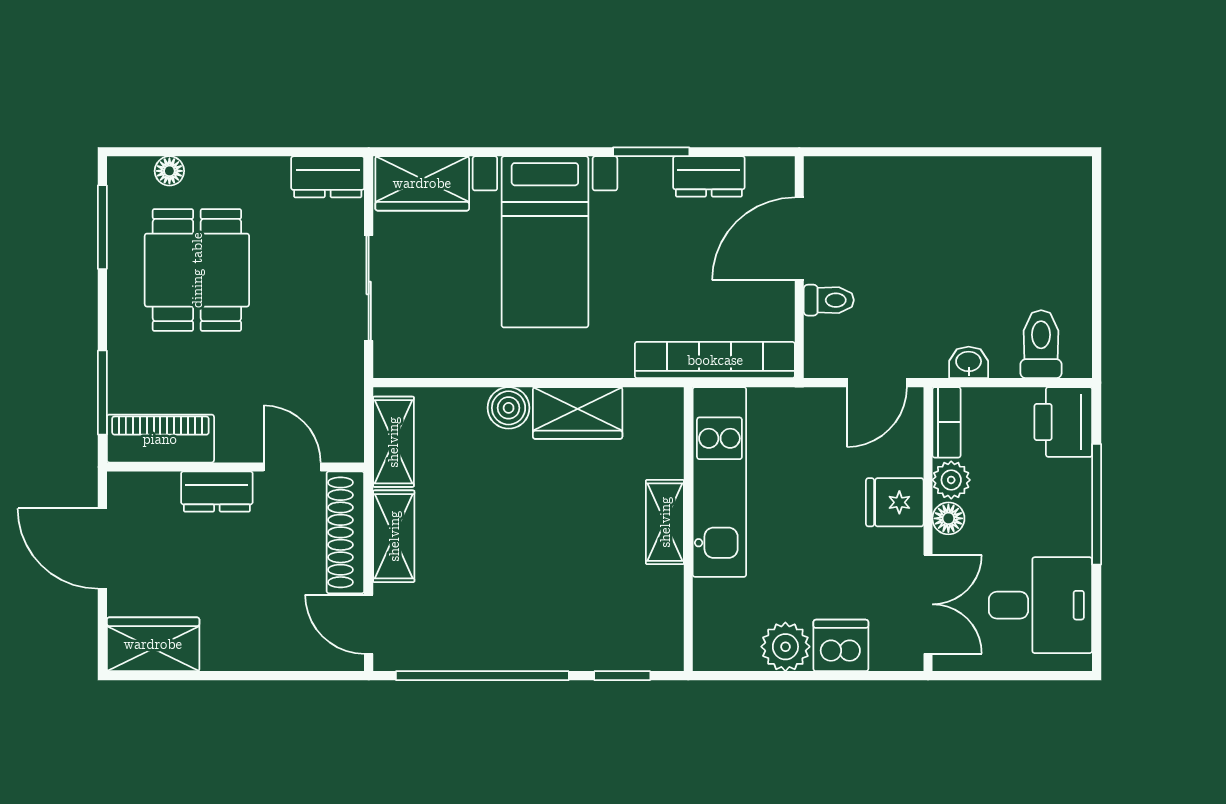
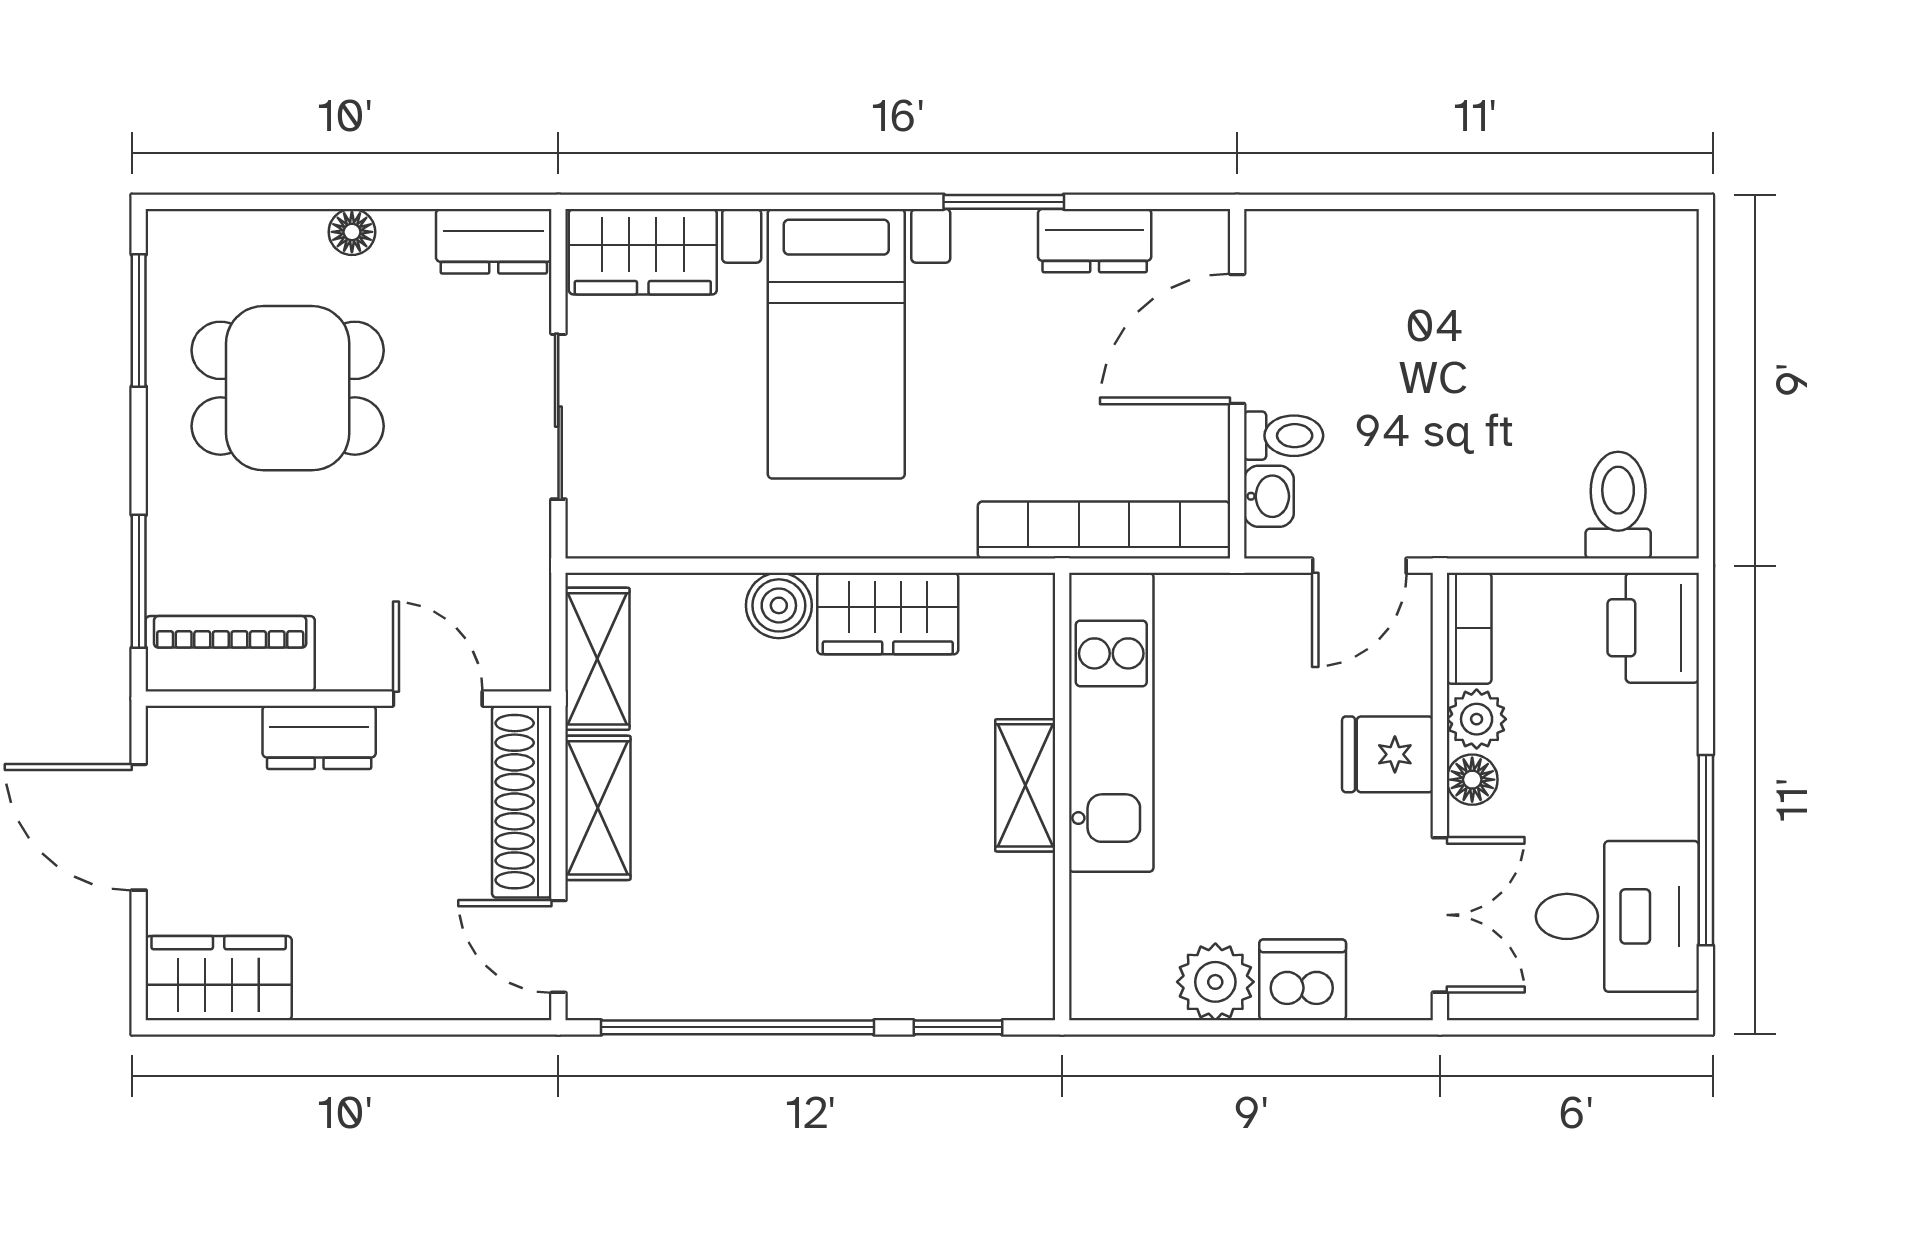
floor lamp: (169, 171) -> (352, 232), moved
dining table: (197, 270) -> (288, 388), turned 90
washbasin: (969, 362) -> (1269, 496), moved, turned 90
window: (1097, 504) -> (1706, 850), moved

